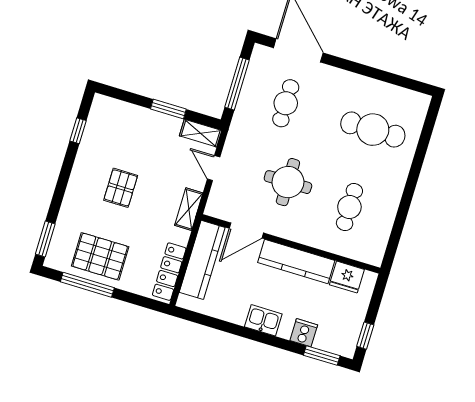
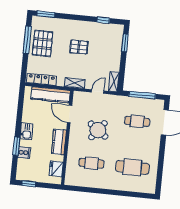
window: (168, 109) -> (125, 43), moved
cafe table: (373, 130) -> (132, 167), turned 90
round table: (288, 182) -> (98, 130), turned 37
kitchen counter: (296, 262) -> (59, 142), width x0.67
window: (322, 356) -> (16, 146), moved

